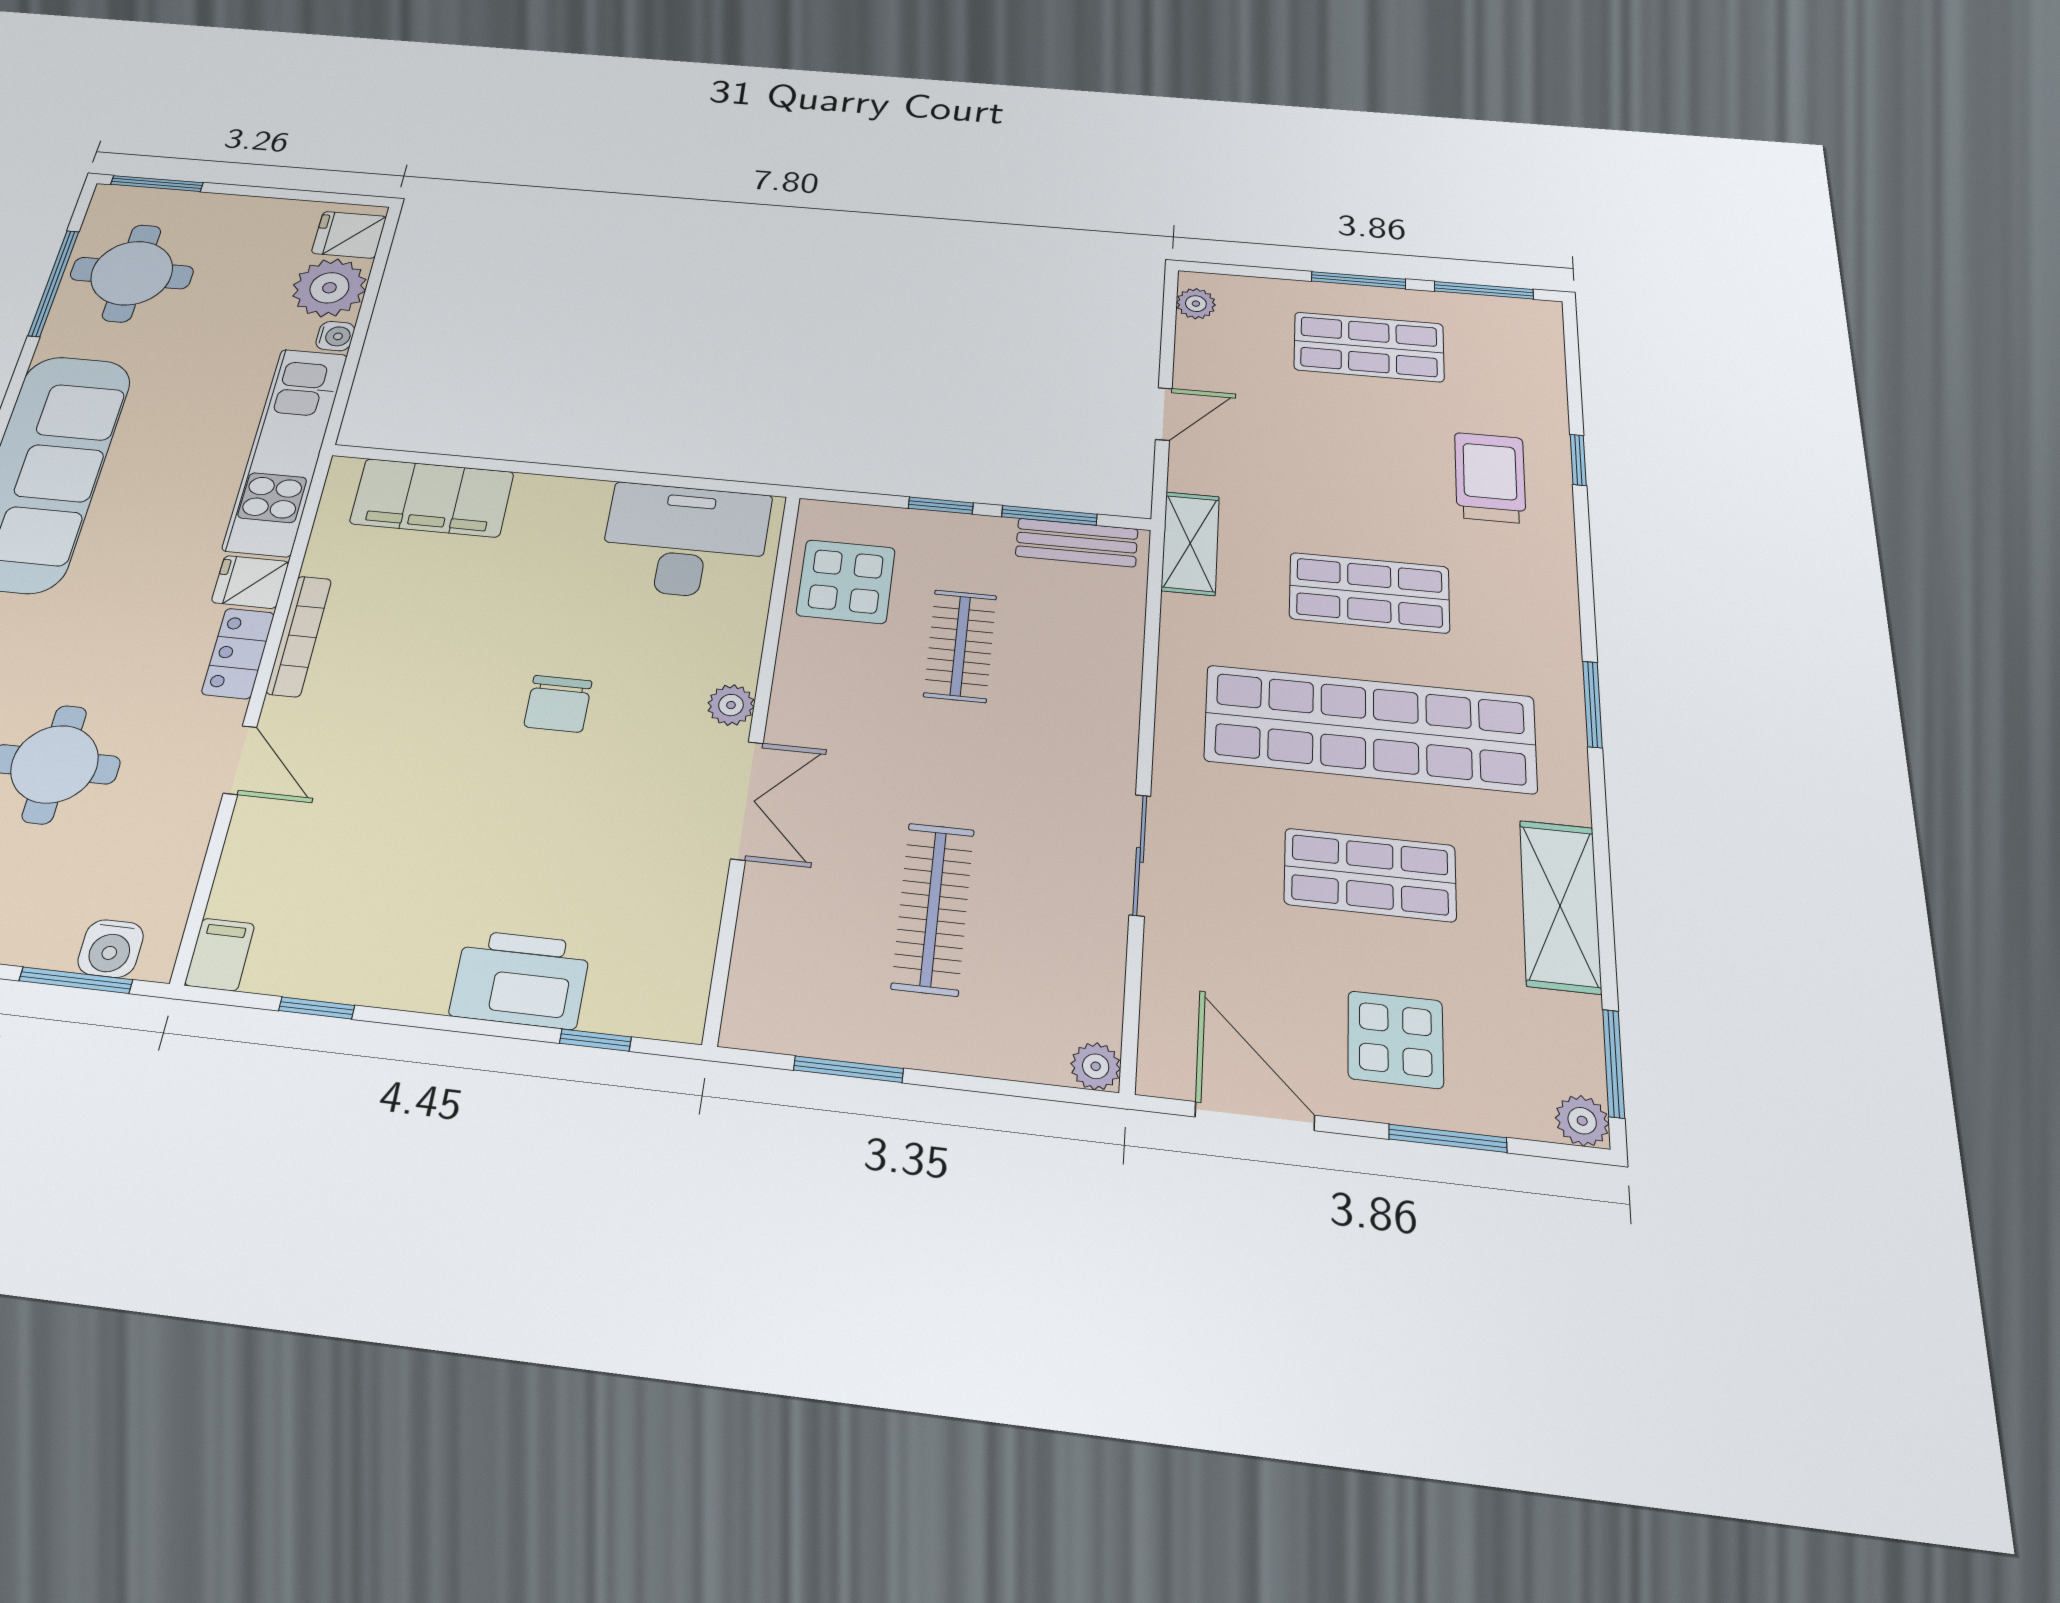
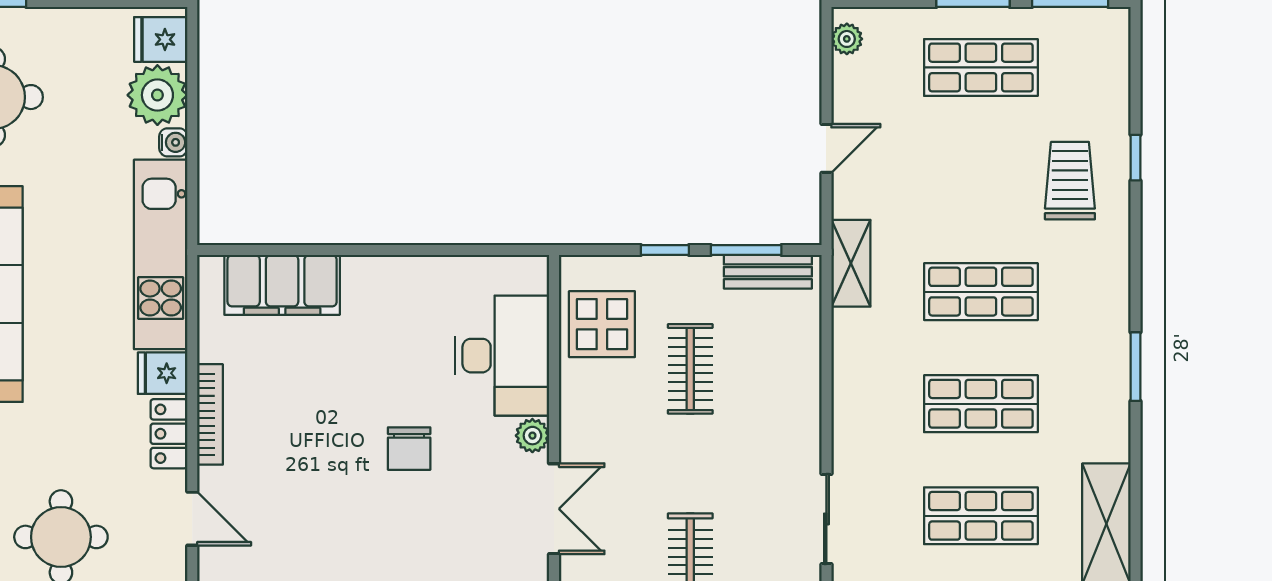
desk: (685, 541) -> (502, 356), moved, turned 90
shop shelf: (1370, 729) -> (981, 404), width x0.50, depth x0.74

